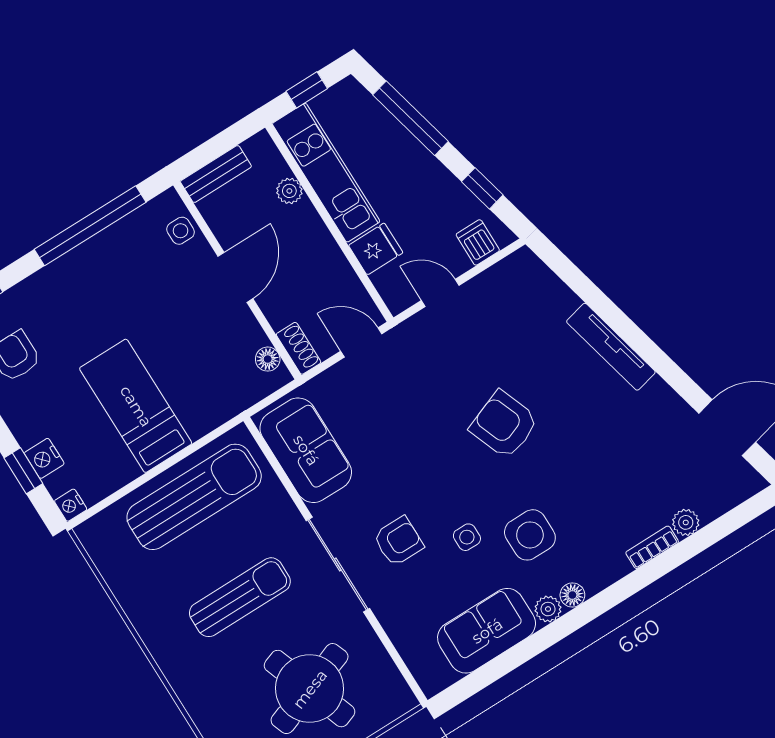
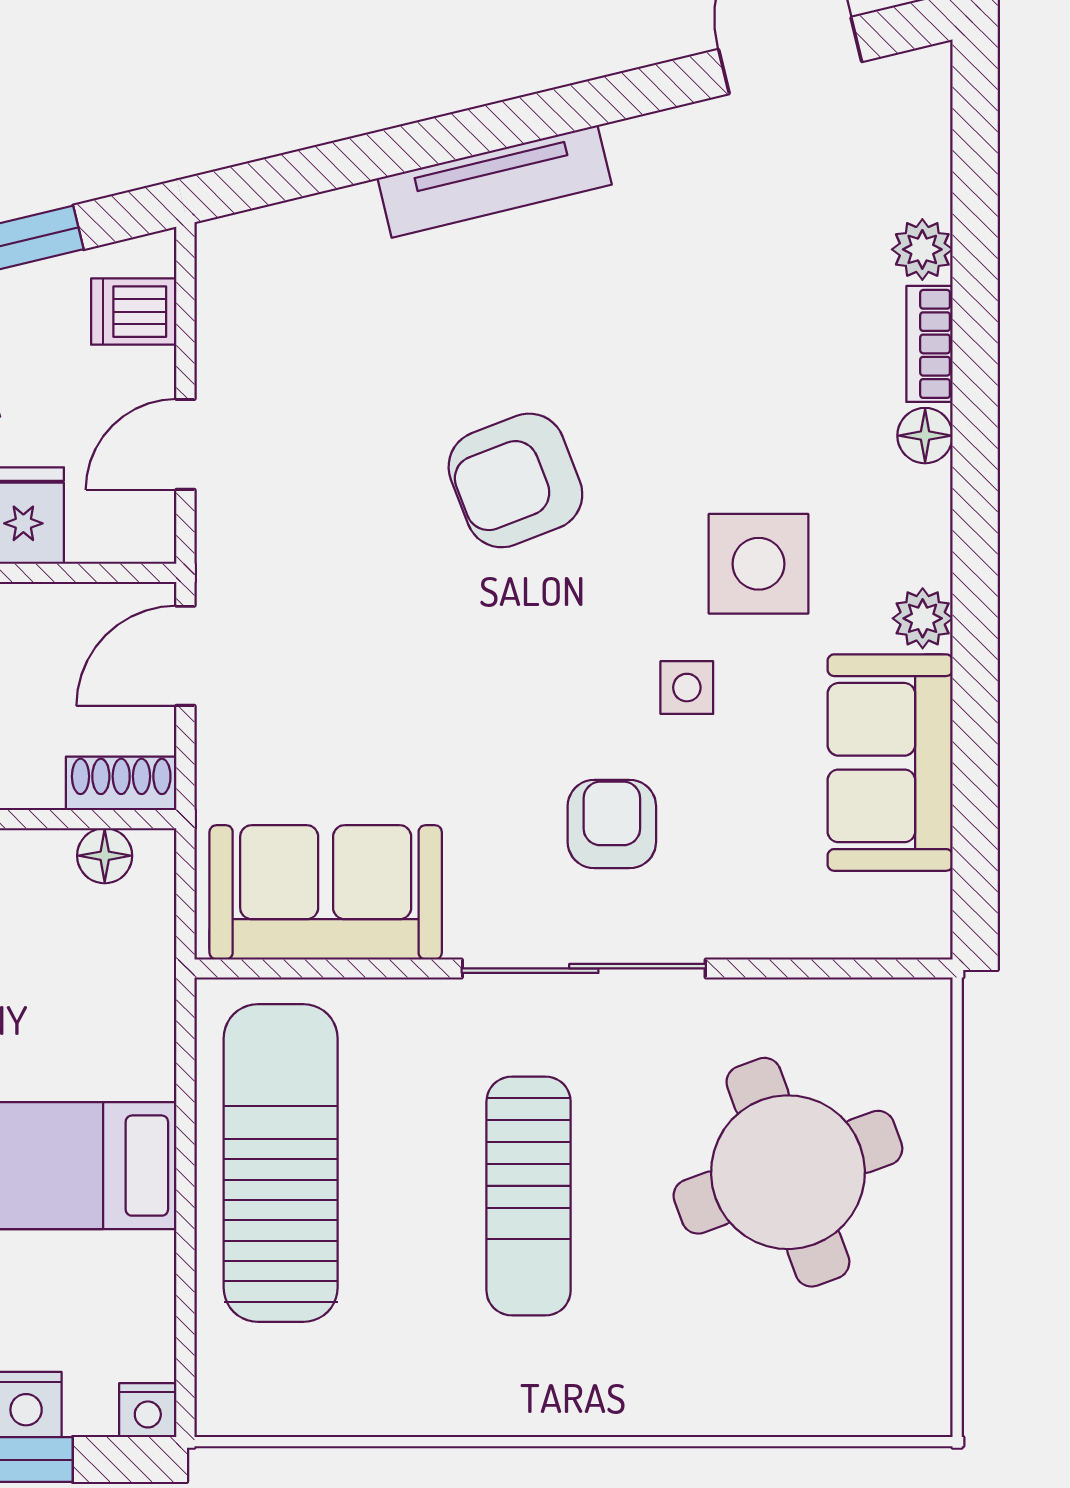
floor lamp: (572, 595) -> (925, 436), moved
sun lounger: (240, 597) -> (529, 1196), turned 180

